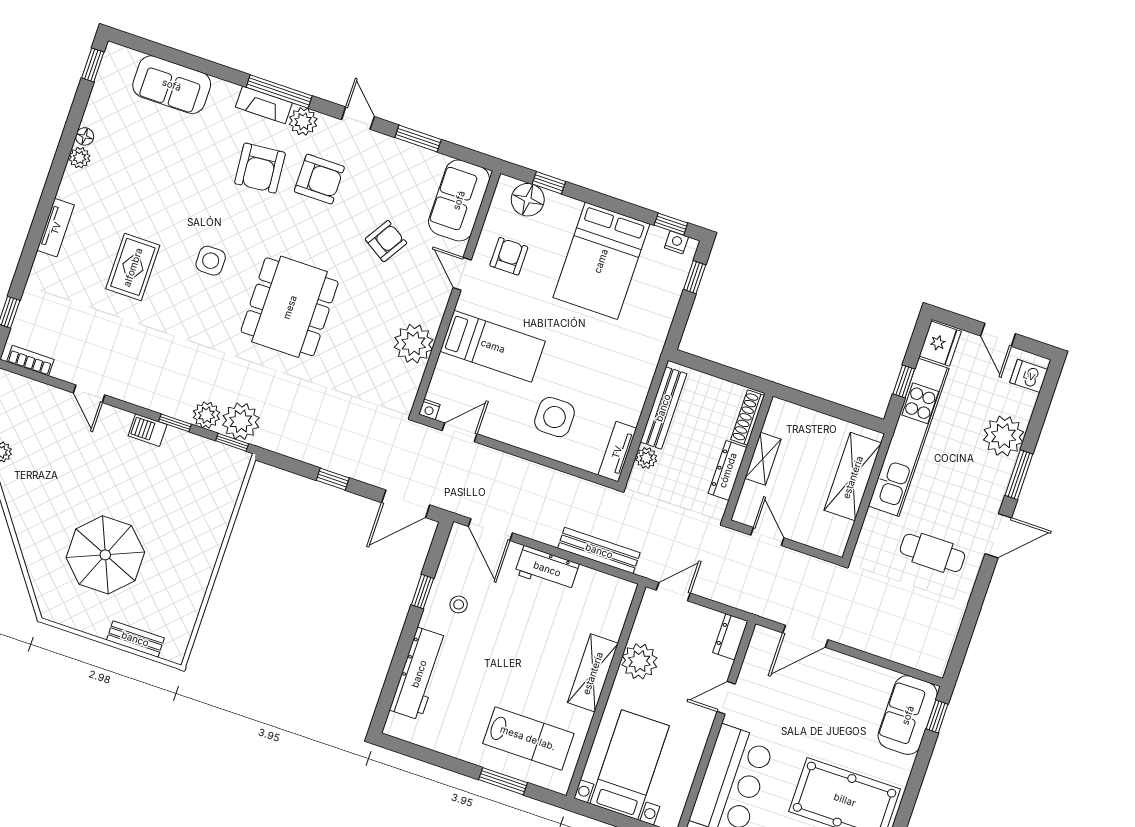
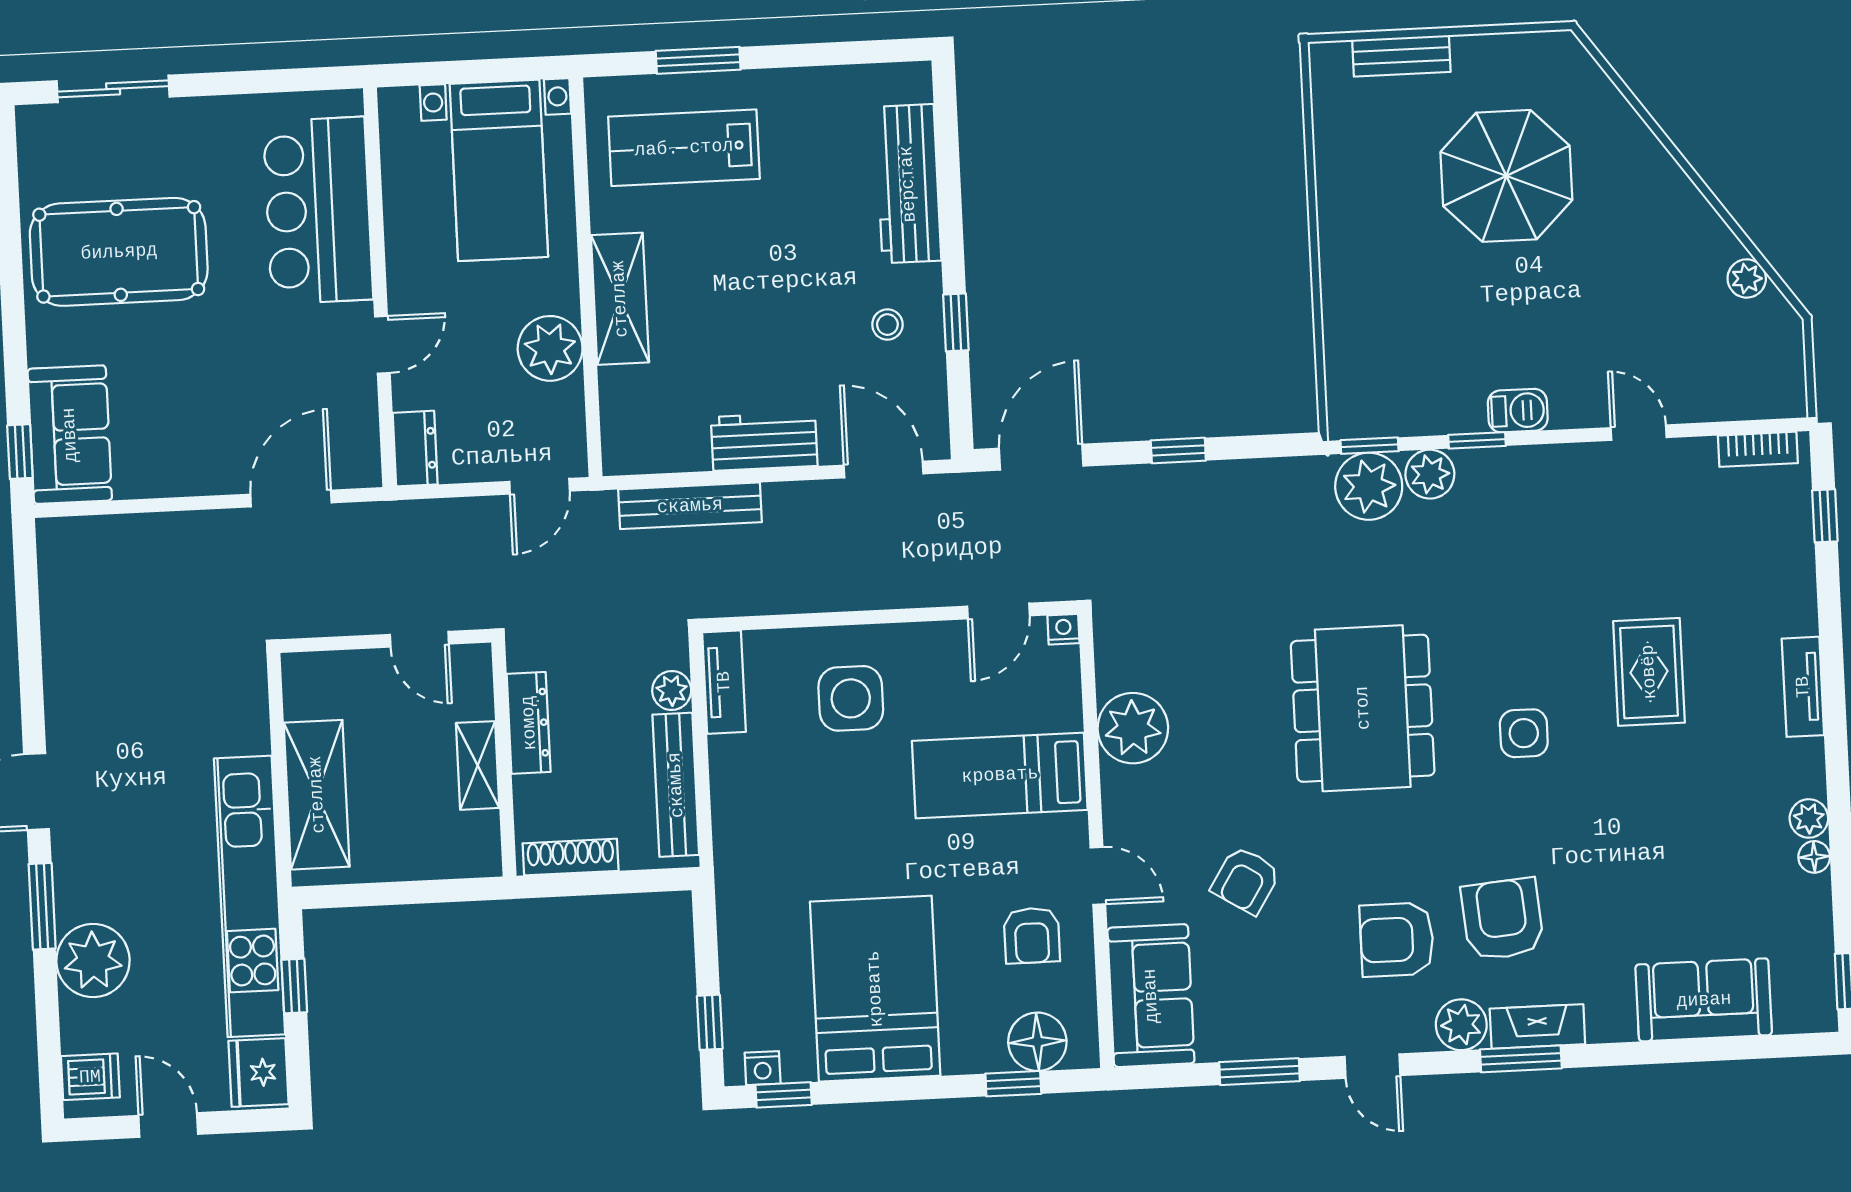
window: (279, 91) -> (1521, 1059), width x0.69
shoe rack: (748, 418) -> (571, 857), moved, turned -90
cafe table: (932, 553) -> (135, 720), removed

